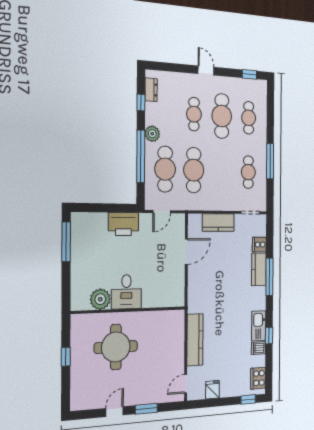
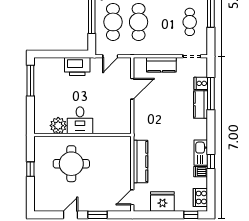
window: (269, 277) -> (211, 94), moved
fridge: (212, 390) -> (162, 202), width x1.88, depth x1.34

